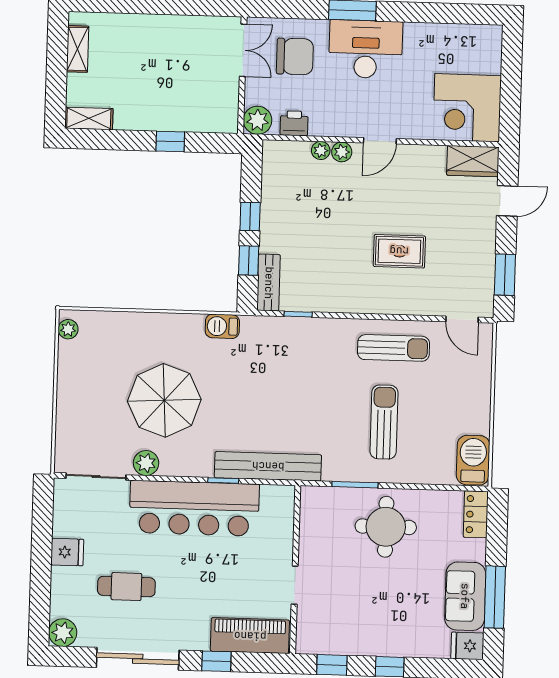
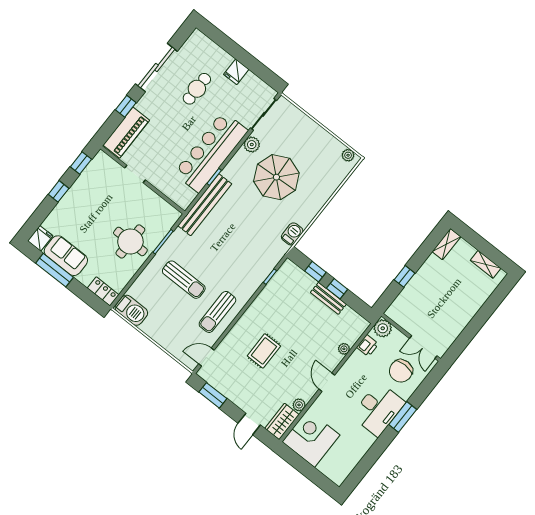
plant: (342, 152) -> (299, 405), moved
bench: (269, 283) -> (328, 298), moved
plant: (63, 633) -> (197, 40), removed

